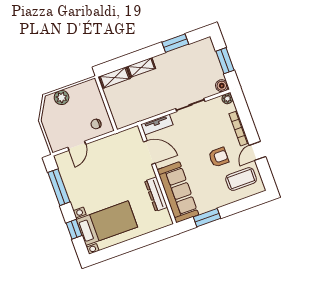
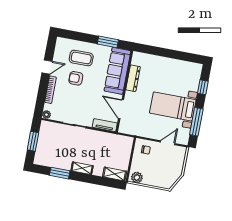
shelving: (141, 67) -> (82, 168), moved
boiler: (222, 86) -> (45, 126), removed
plant: (62, 97) -> (137, 178), moved
coffee table: (241, 179) -> (81, 58), moved
bed with nightstands: (107, 223) -> (173, 106), moved

